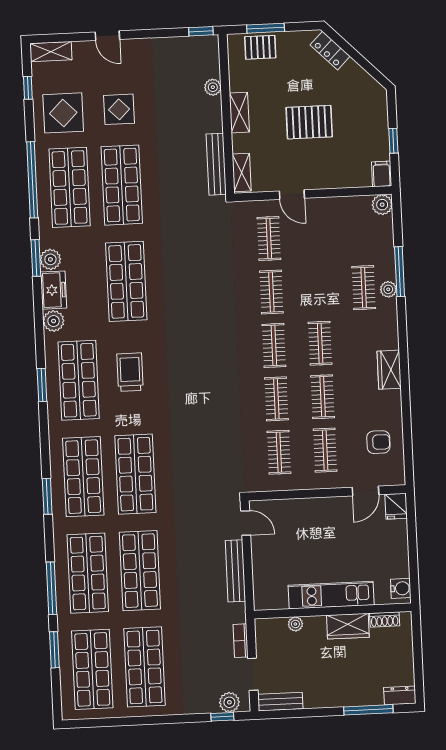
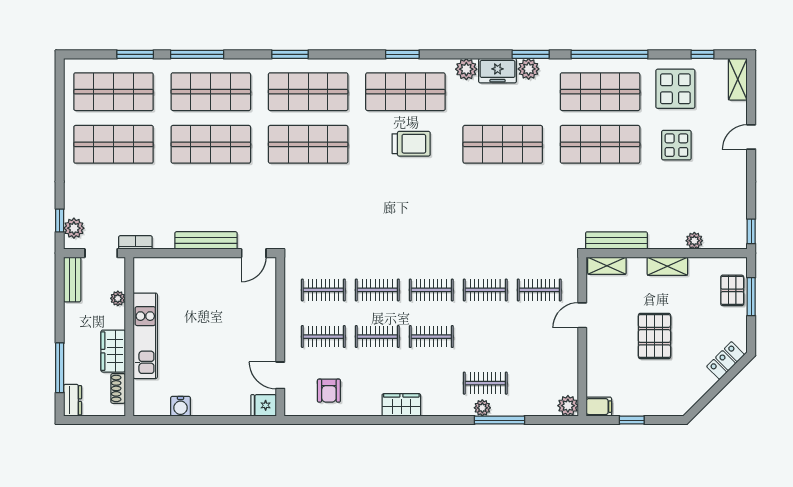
kitchen unit: (331, 595) -> (145, 336), moved
wall: (333, 611) -> (129, 337), moved
shoe rack: (385, 620) -> (118, 388), moved
plant: (295, 624) -> (118, 298), moved
wardrobe: (348, 626) -> (113, 351), moved

